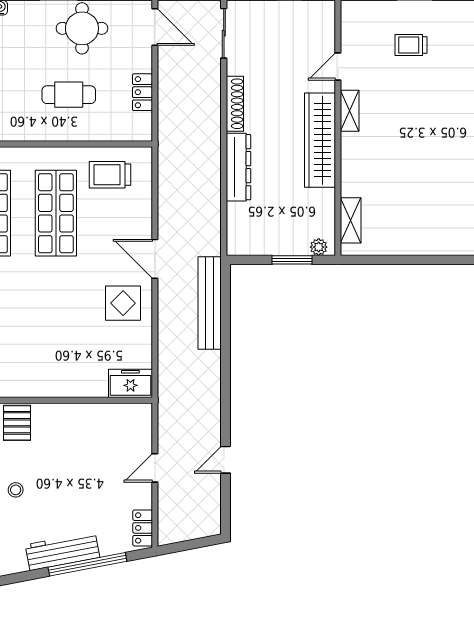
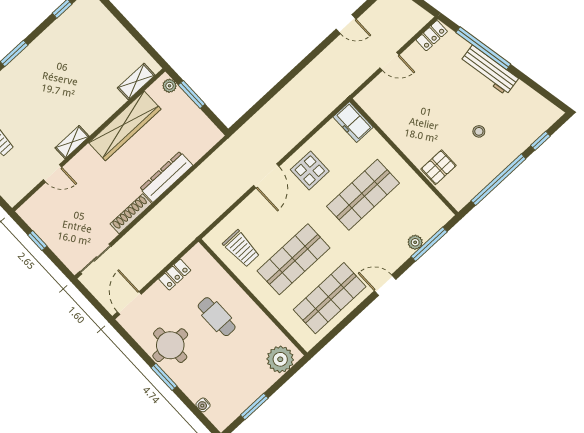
wardrobe: (320, 140) -> (125, 126), moved
bench: (210, 303) -> (262, 119), removed
shop shelf: (56, 331) -> (363, 195), added

